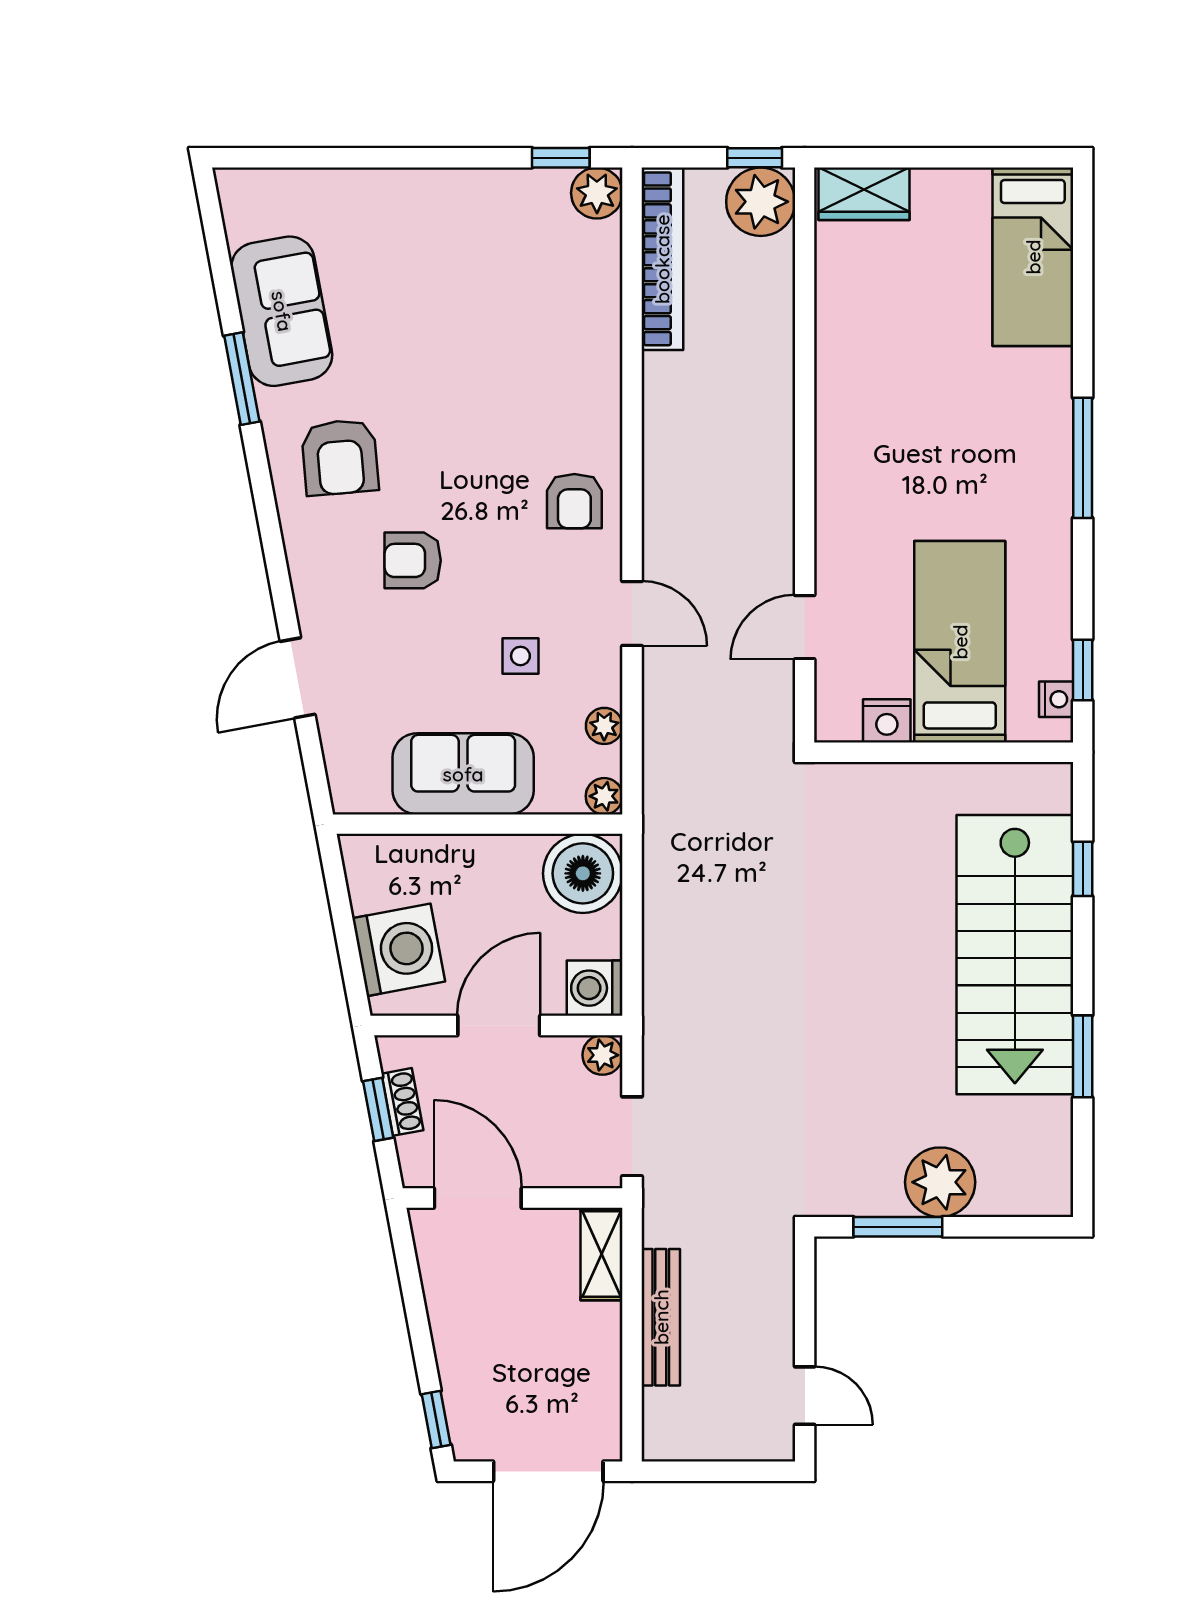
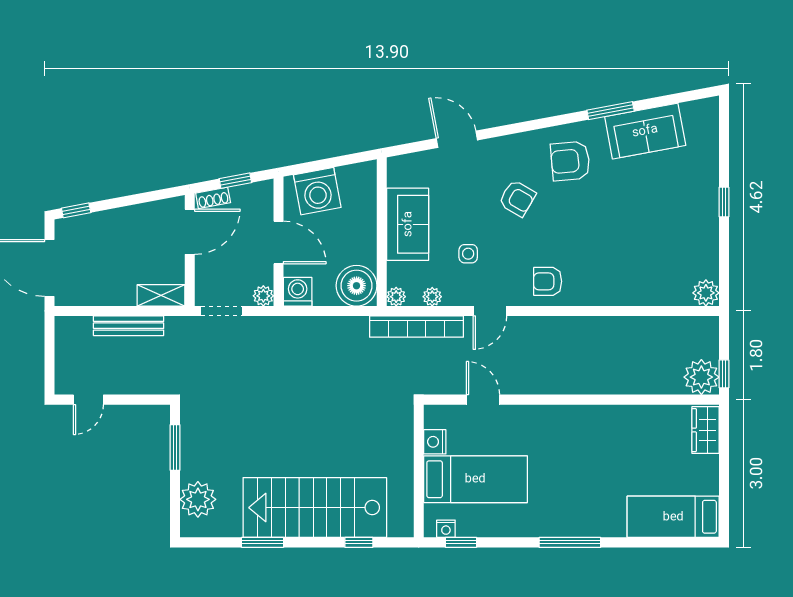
window: (561, 158) -> (724, 202), moved
bookcase: (662, 259) -> (416, 327), moved
armchair: (413, 560) -> (517, 198), turned 120
shoe rack: (402, 1102) -> (213, 198), moved
plant: (940, 1182) -> (198, 499), moved

